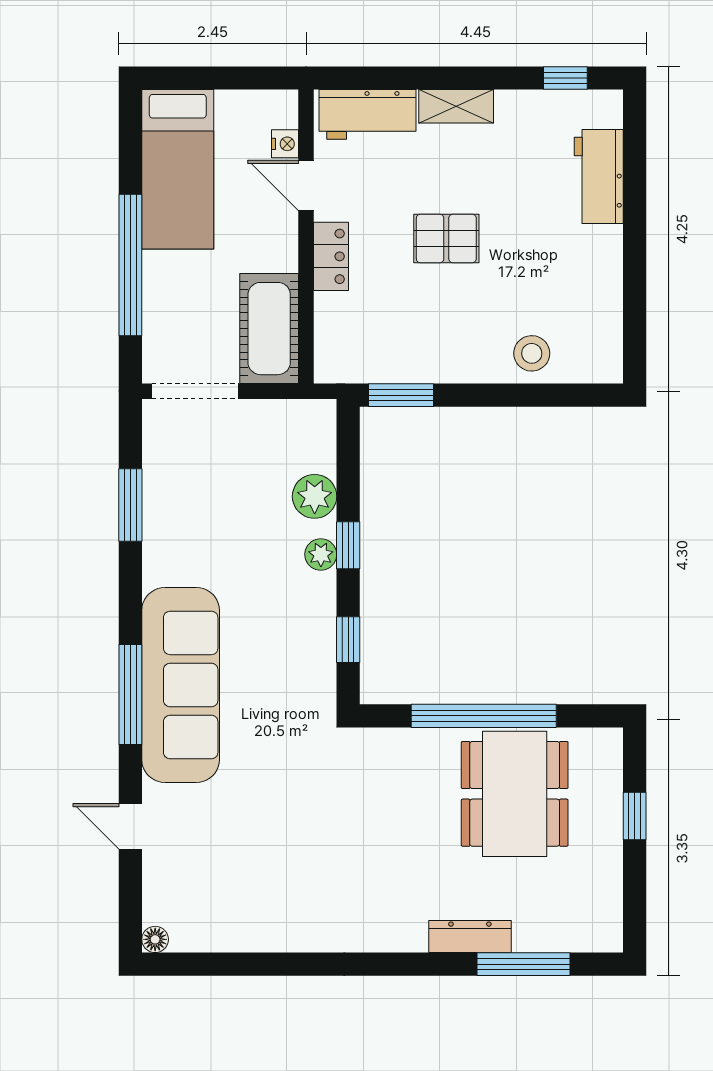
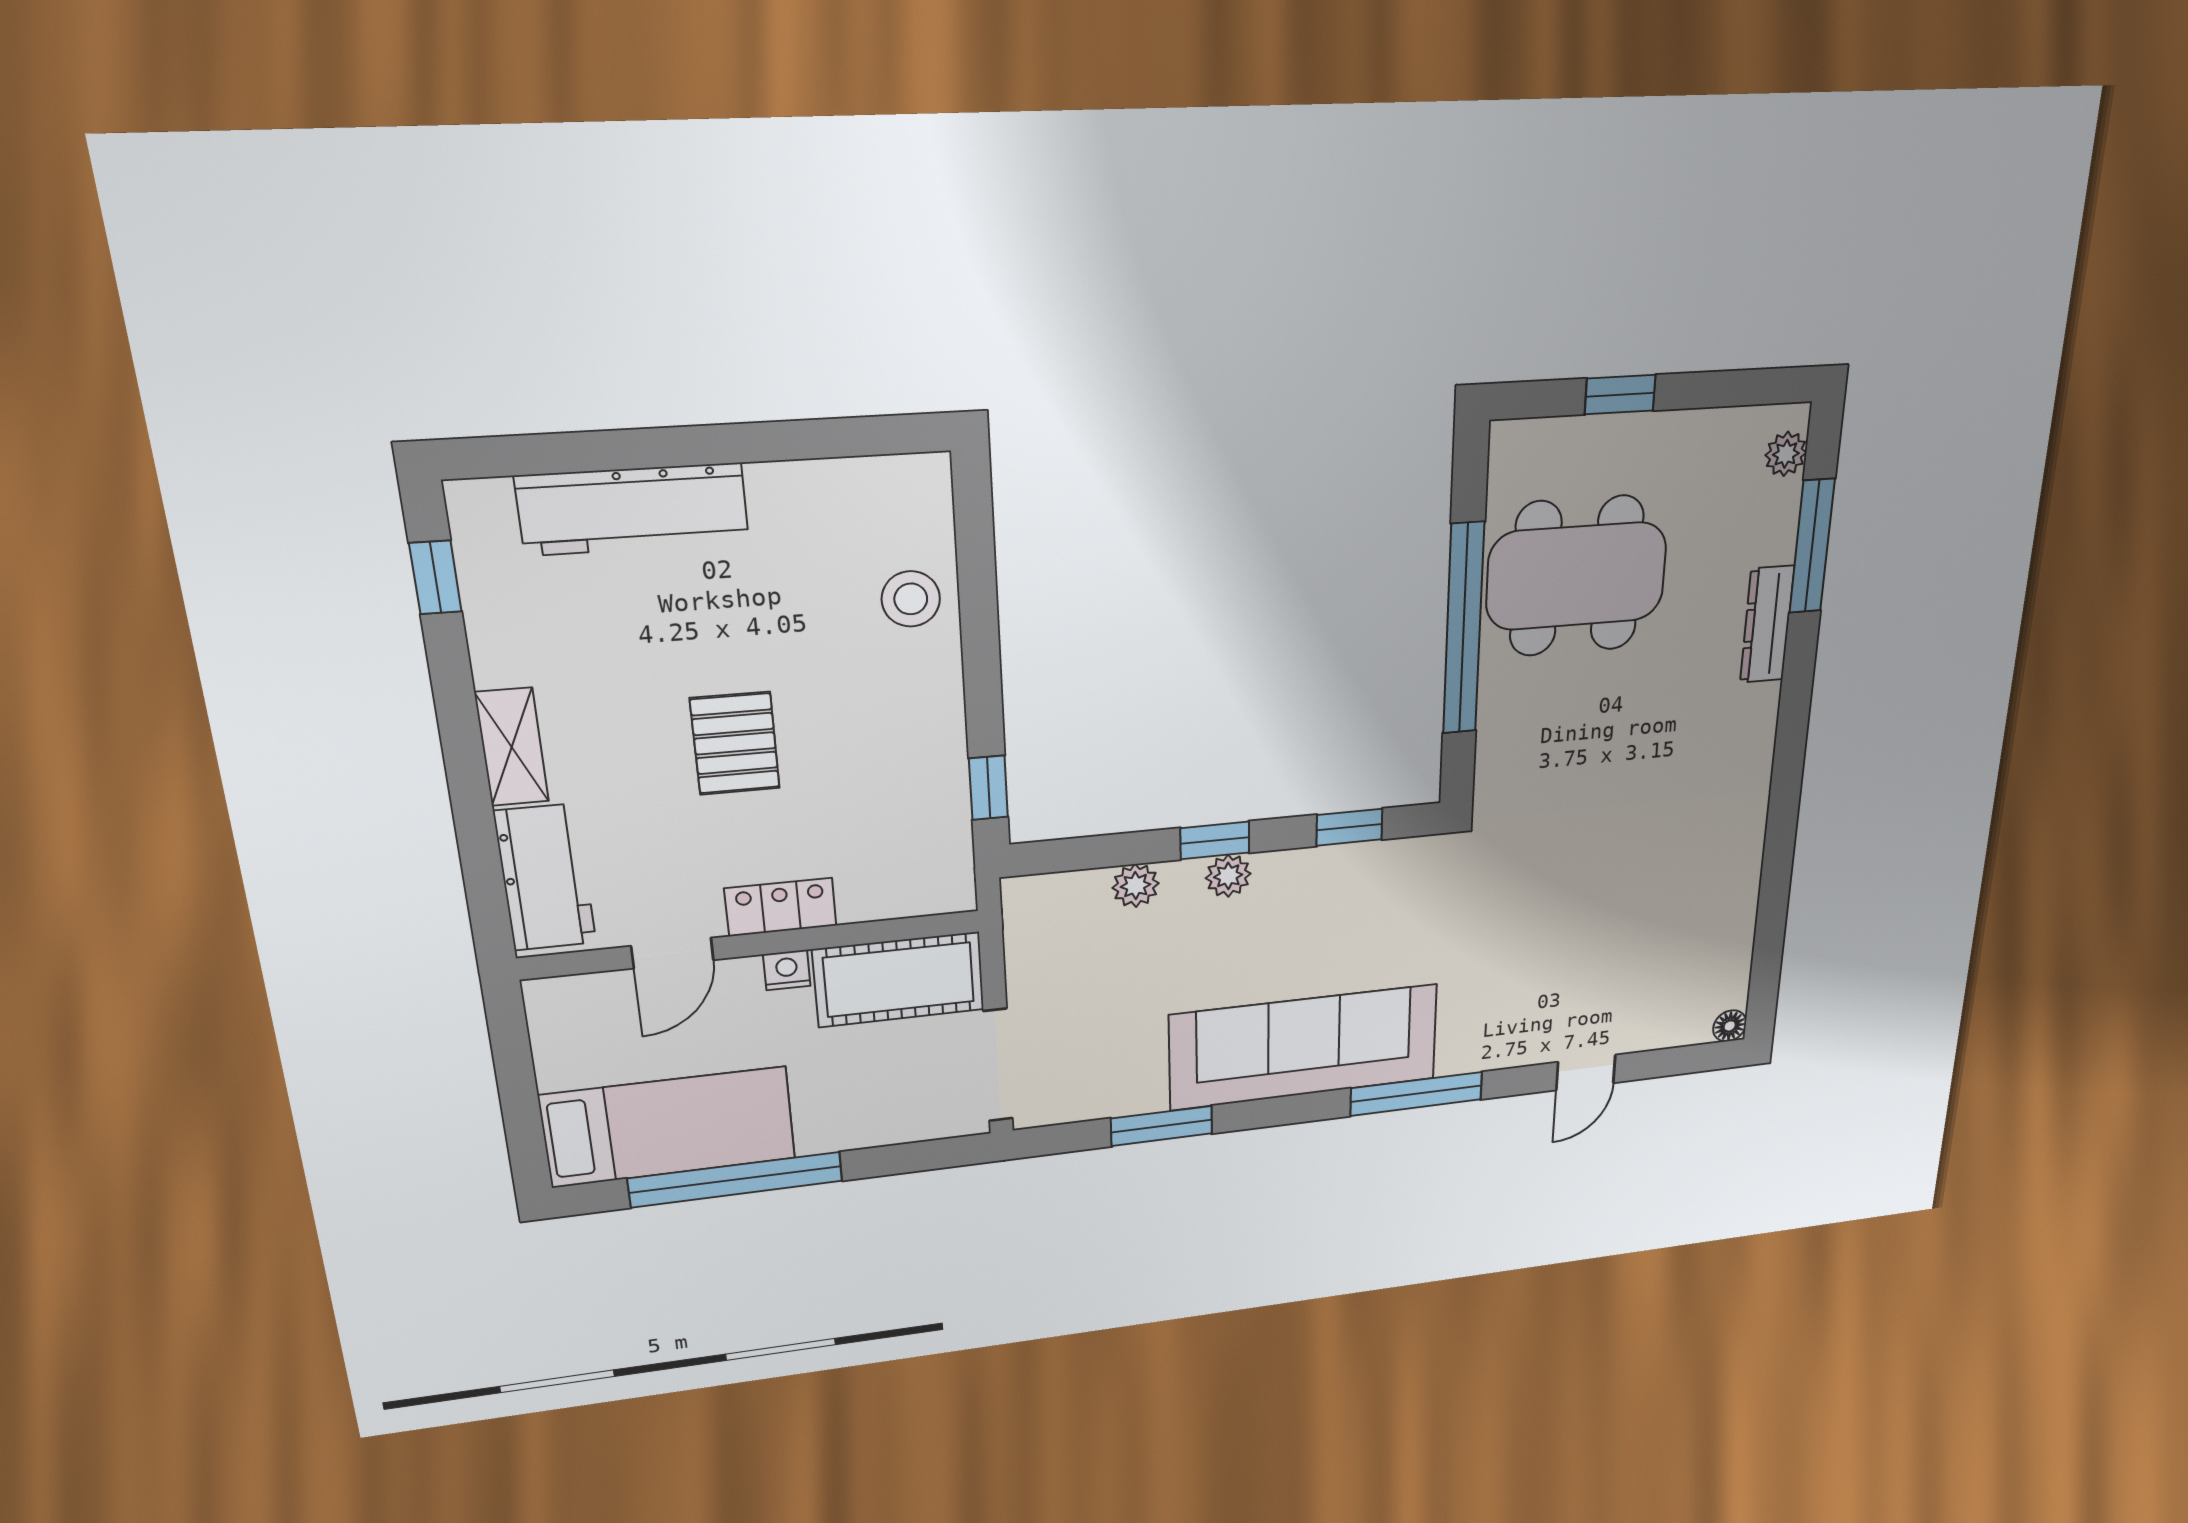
nightstand: (285, 144) -> (787, 970), moved
workbench: (599, 177) -> (633, 509), width x1.38
window: (130, 265) -> (736, 1180), moved
window: (401, 395) -> (988, 788), width x0.67
plant: (315, 496) -> (1136, 886), width x0.73, depth x0.73
sofa: (181, 685) -> (1304, 1047), moved
plant: (589, 938) -> (1786, 454), added

